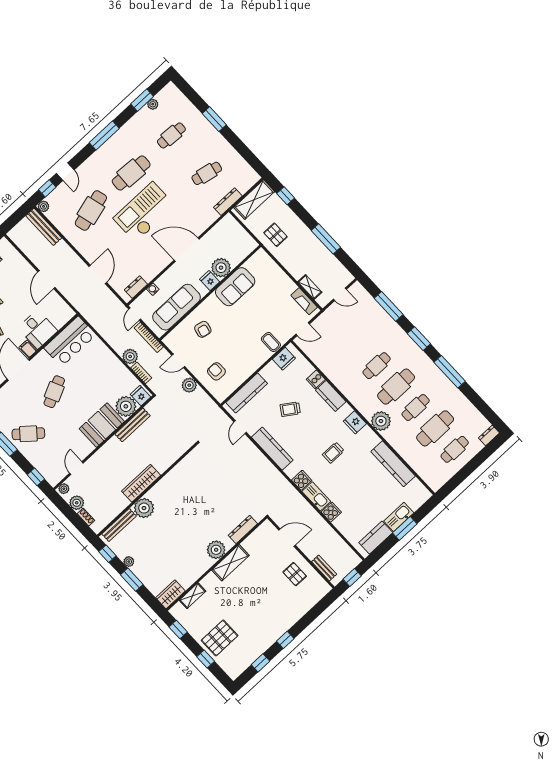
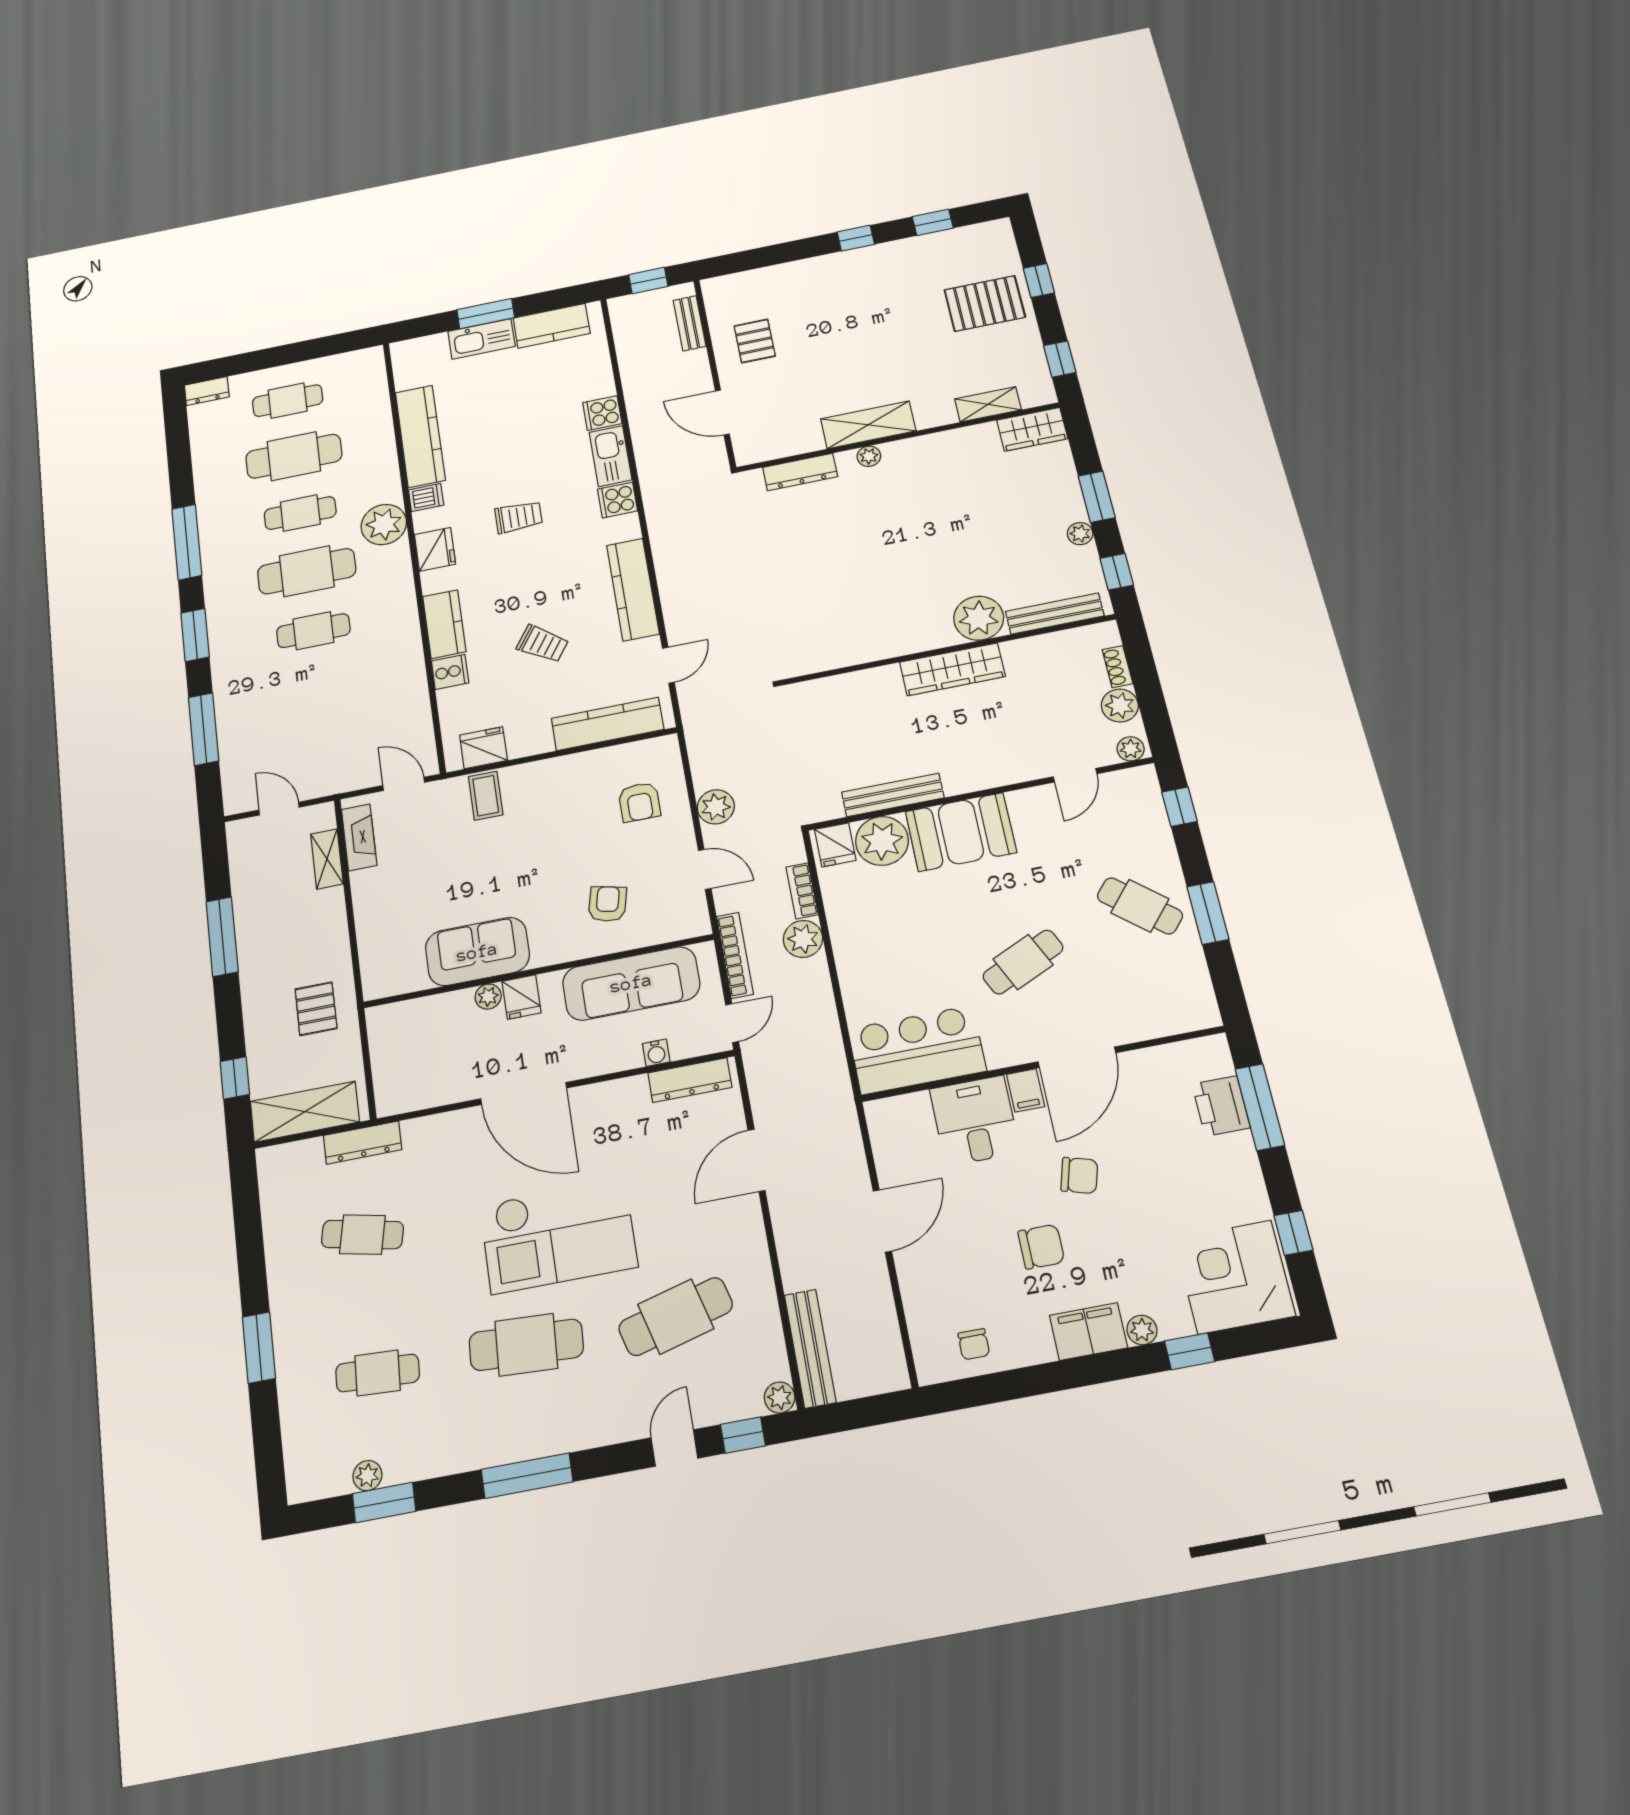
plant: (221, 268) -> (488, 997), width x0.53, depth x0.53
dresser: (136, 287) -> (690, 1080), width x1.44
dishwasher: (373, 441) -> (426, 497), added
plant: (216, 550) -> (869, 456), width x0.53, depth x0.53

